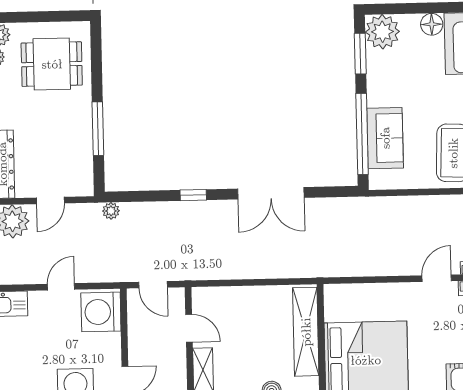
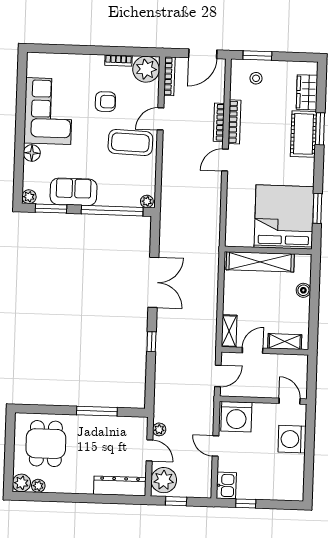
plant: (382, 32) -> (29, 197), width x0.53, depth x0.53
sofa: (385, 138) -> (74, 192), moved
plant: (377, 179) -> (147, 201), added
plant: (111, 211) -> (159, 429), moved
door: (437, 278) -> (225, 160), hinge flipped
shelving: (213, 296) -> (229, 331), added

